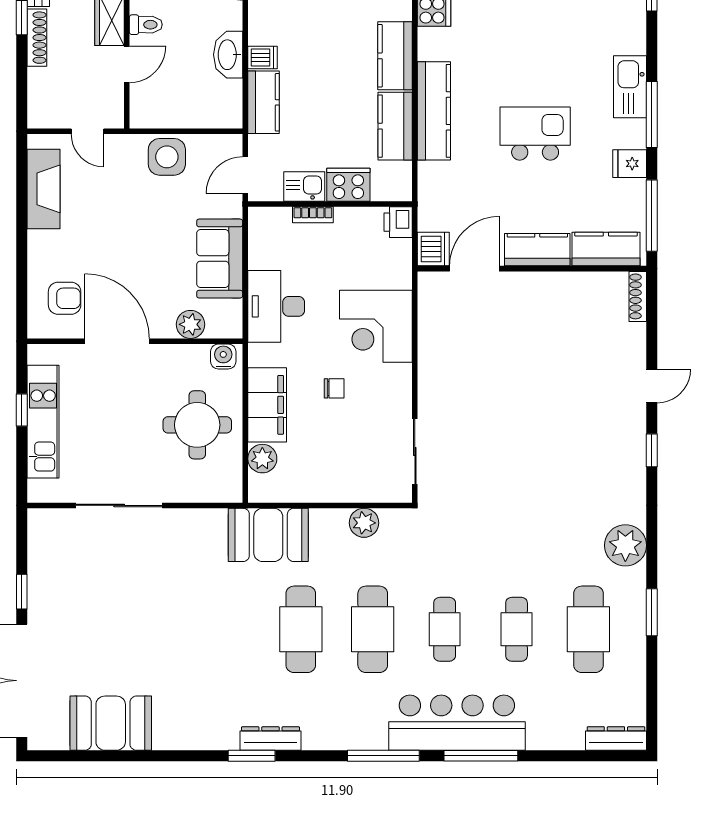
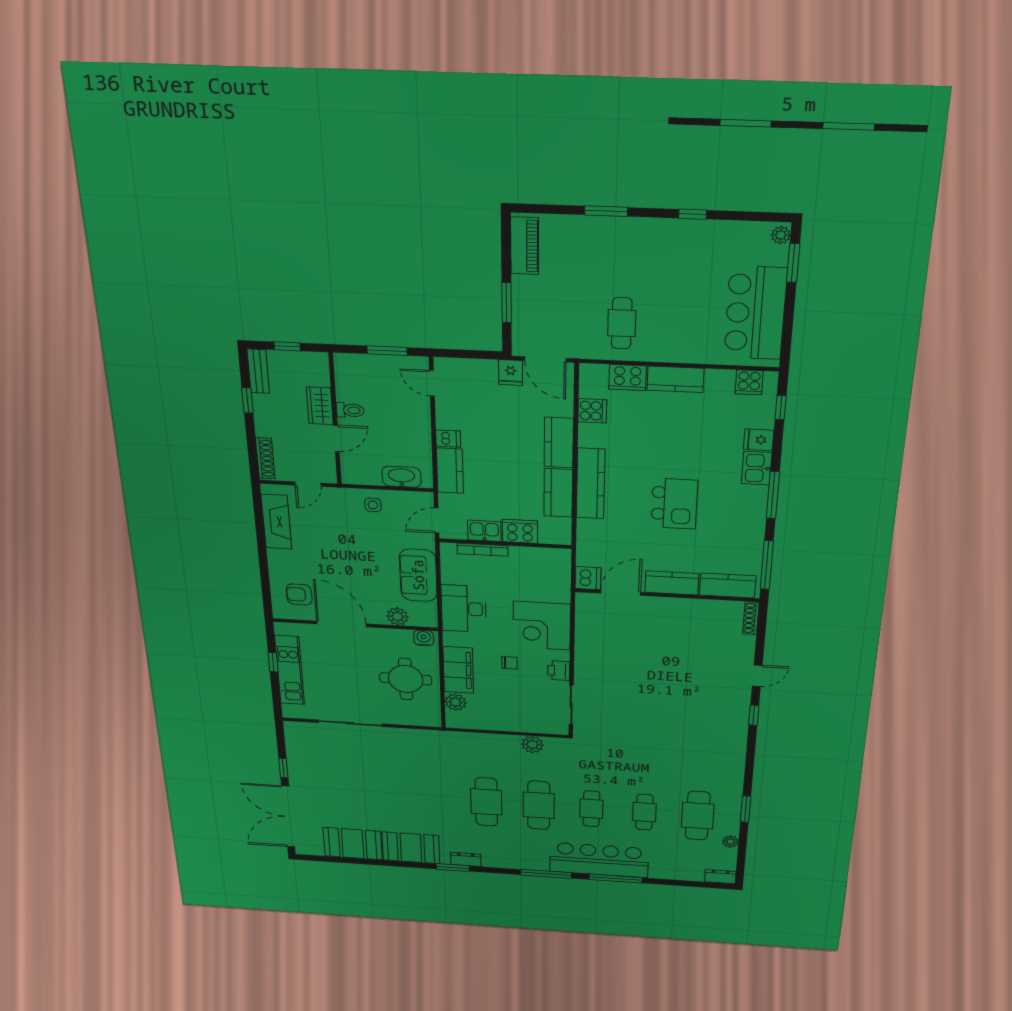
shoe rack: (37, 38) -> (265, 458), moved
washbasin: (228, 55) -> (401, 477), moved, turned 90
kitchen sink: (630, 87) -> (757, 468), width x0.73
door: (87, 131) -> (308, 484), hinge flipped
kitchen island: (535, 134) -> (674, 504), turned 90
side table: (167, 157) -> (373, 505), width x0.54, depth x0.54
fridge: (630, 164) -> (759, 440), moved
bookcase: (313, 215) -> (482, 550), width x1.56
printer: (398, 222) -> (559, 671), moved
armchair: (65, 298) -> (299, 594), turned 180
booth: (268, 535) -> (411, 848), moved
plant: (625, 545) -> (730, 842), moved, width x0.53, depth x0.53
dresser: (270, 739) -> (466, 859), width x0.70
dresser: (616, 739) -> (720, 877), width x0.70

